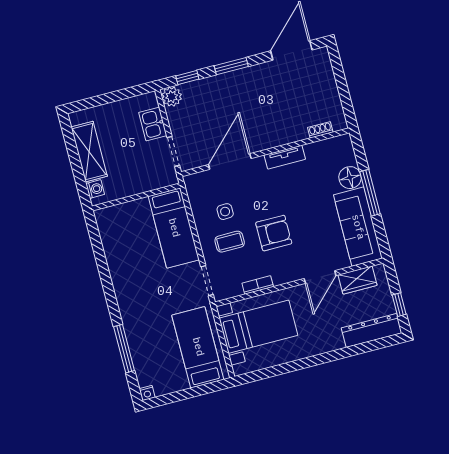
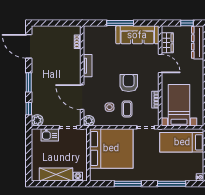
floor lamp: (350, 178) -> (109, 32), removed
plant: (193, 183) -> (89, 121), added
bed: (174, 228) -> (111, 148), width x2.04
window: (105, 275) -> (128, 184), added

